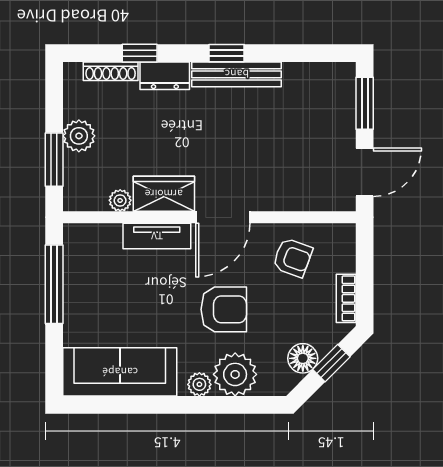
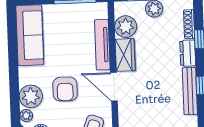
plant: (120, 200) -> (126, 27), width x1.88, depth x1.88
tv unit: (157, 236) -> (102, 45), width x1.41
plant: (199, 384) -> (26, 116), moved

